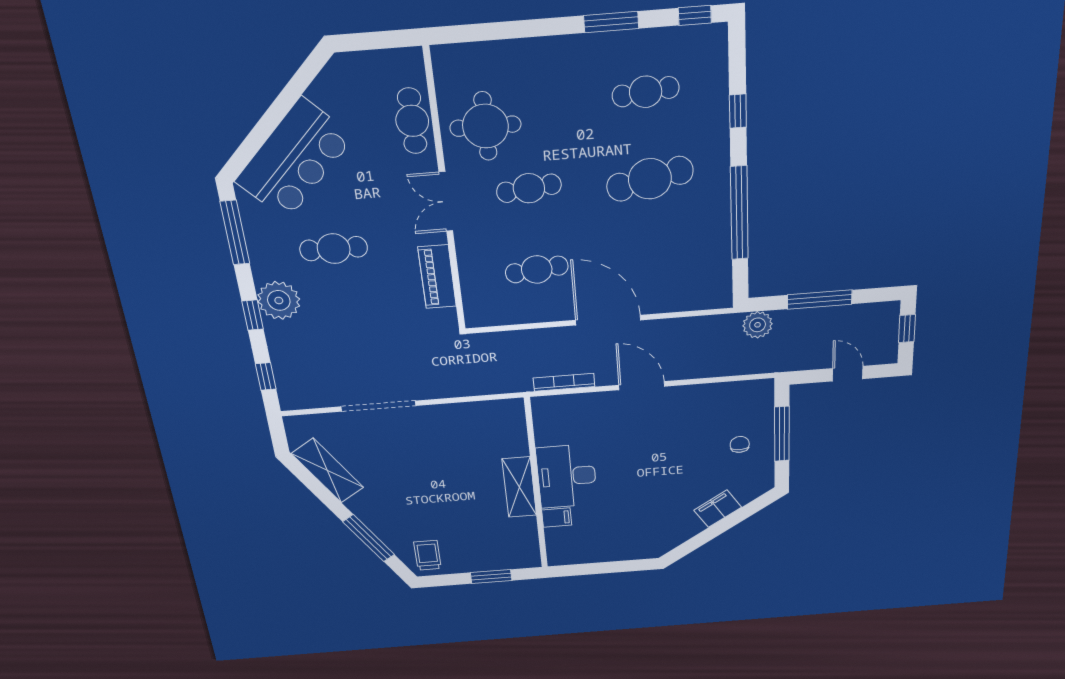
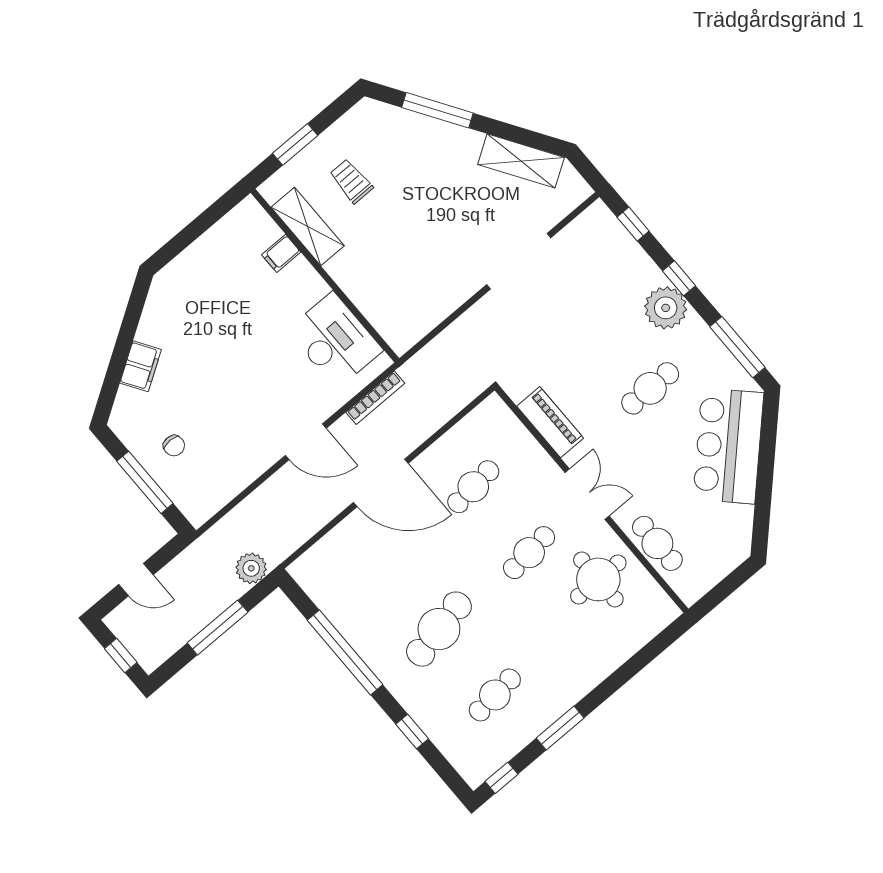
desk: (567, 476) -> (335, 340), moved
shelving: (519, 487) -> (308, 226), moved
trolley: (428, 555) -> (351, 181), moved, turned 180

